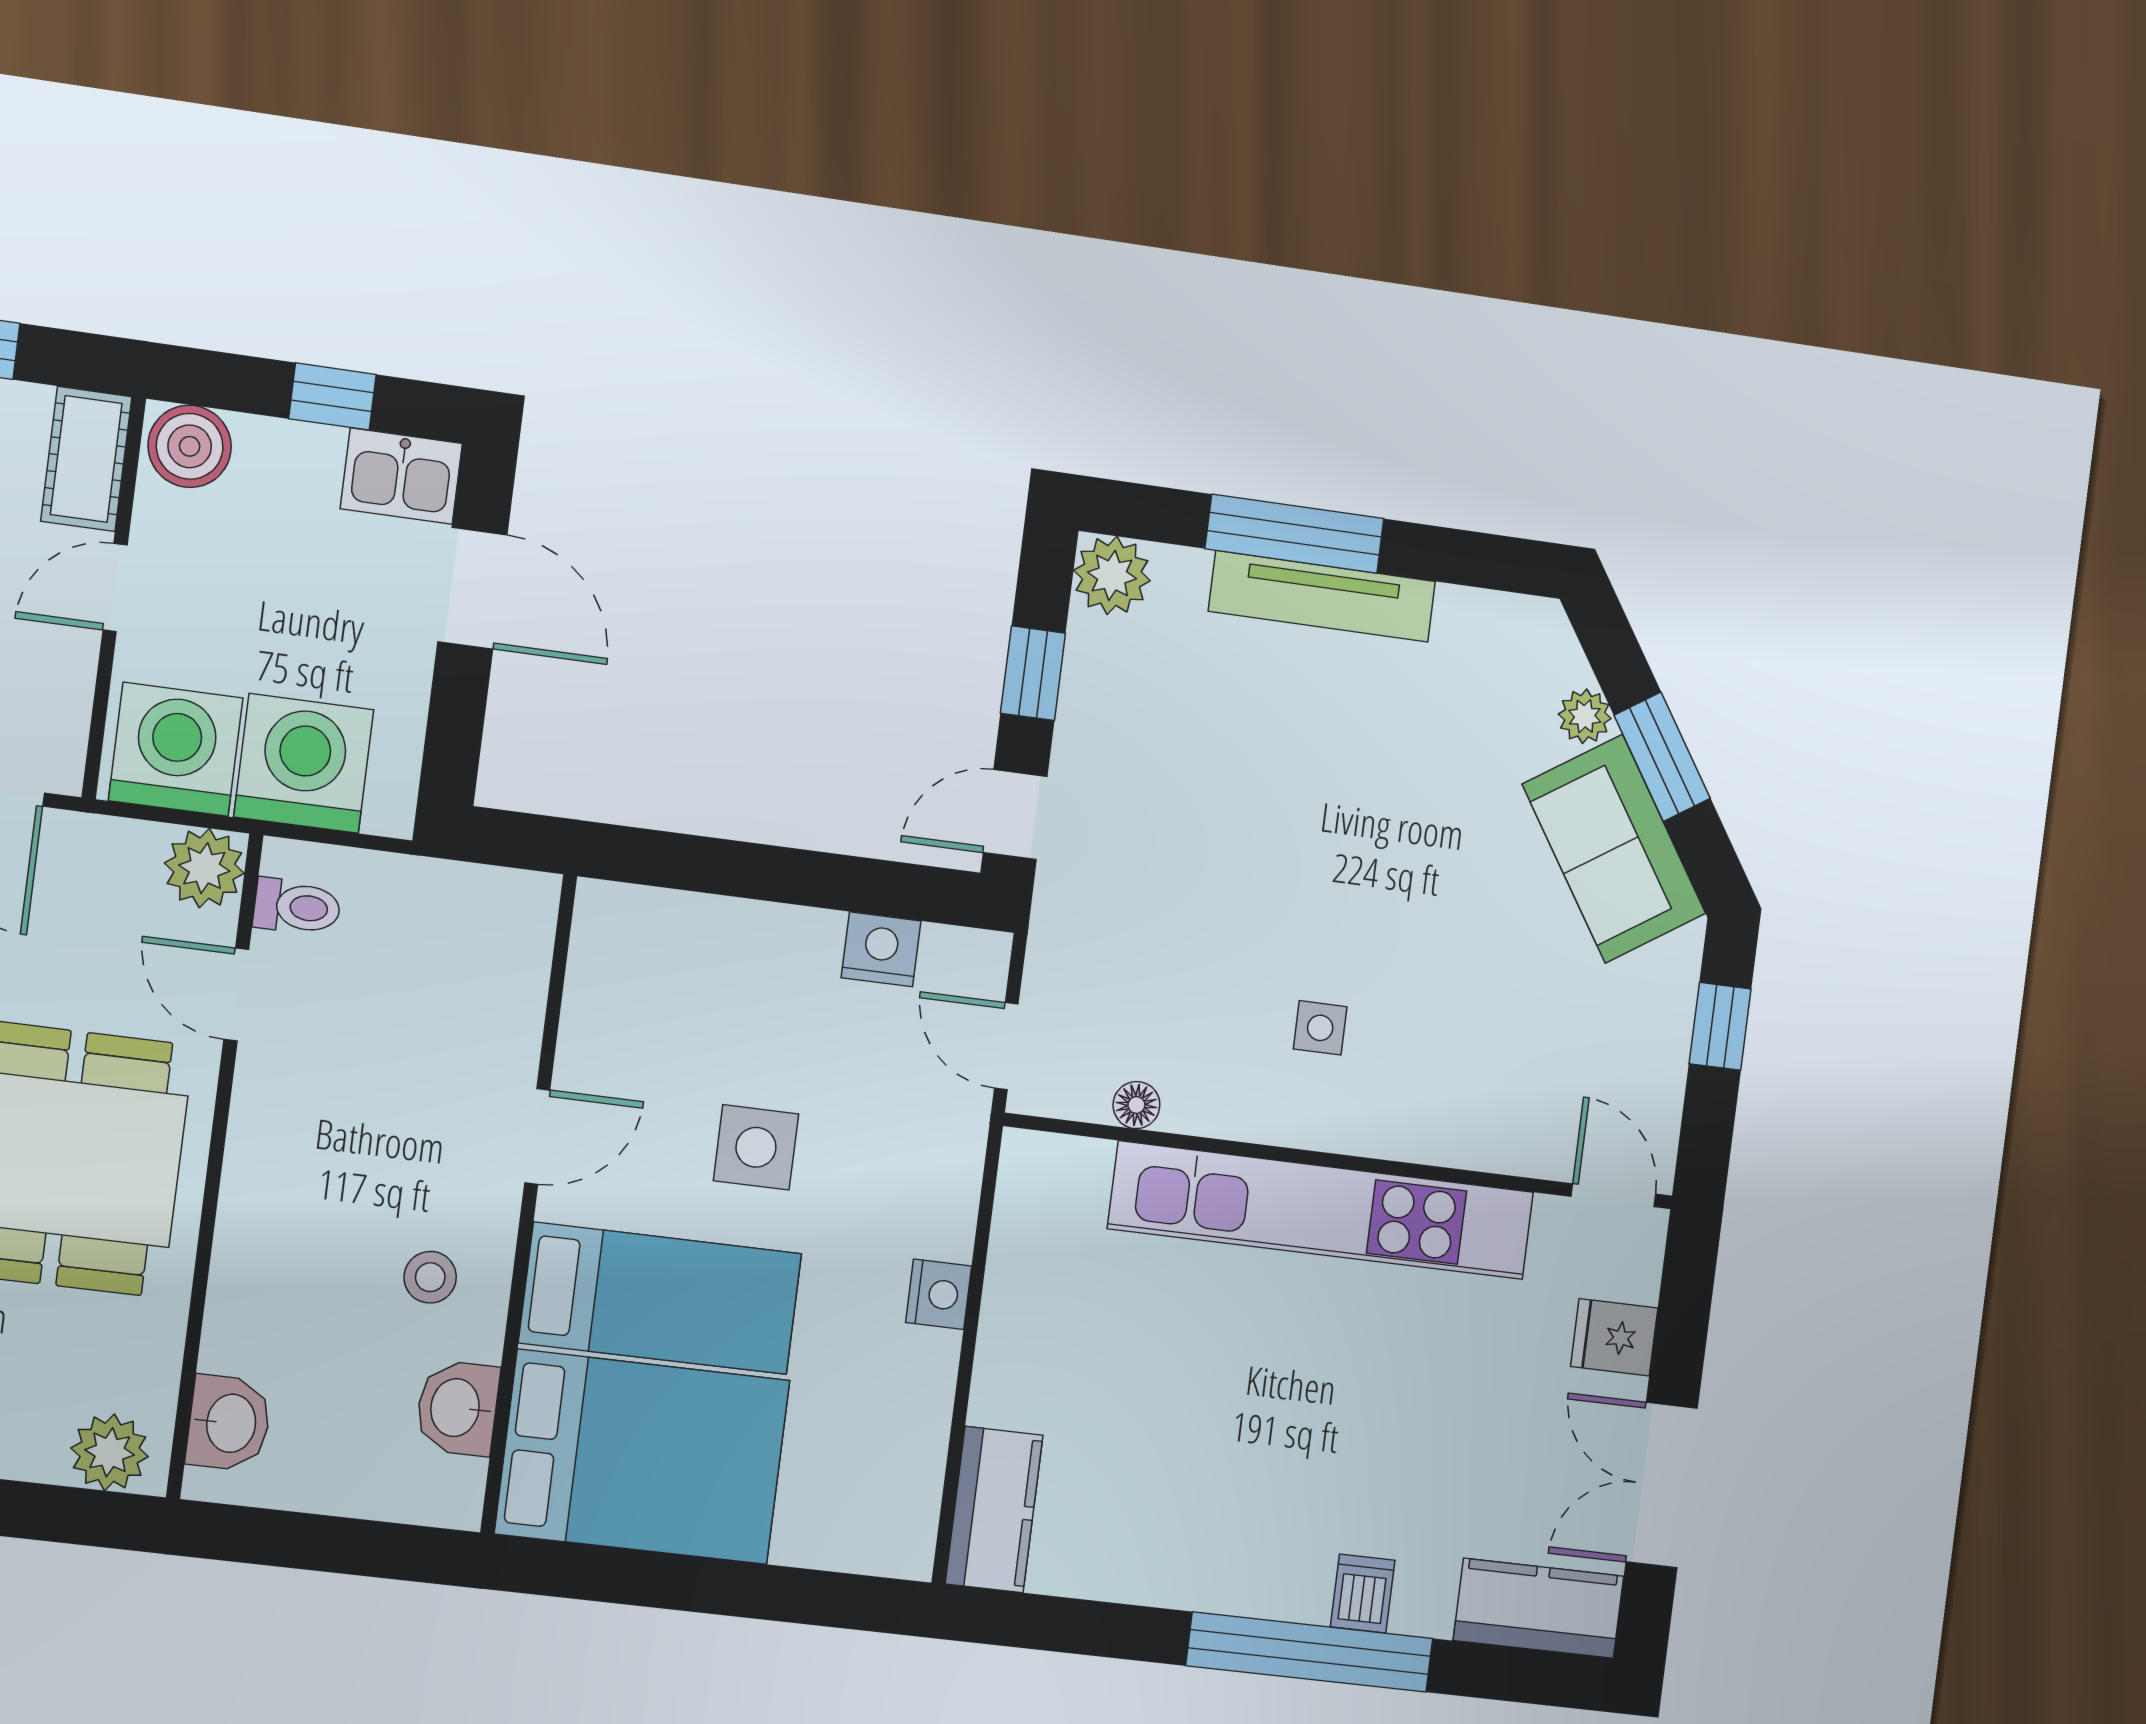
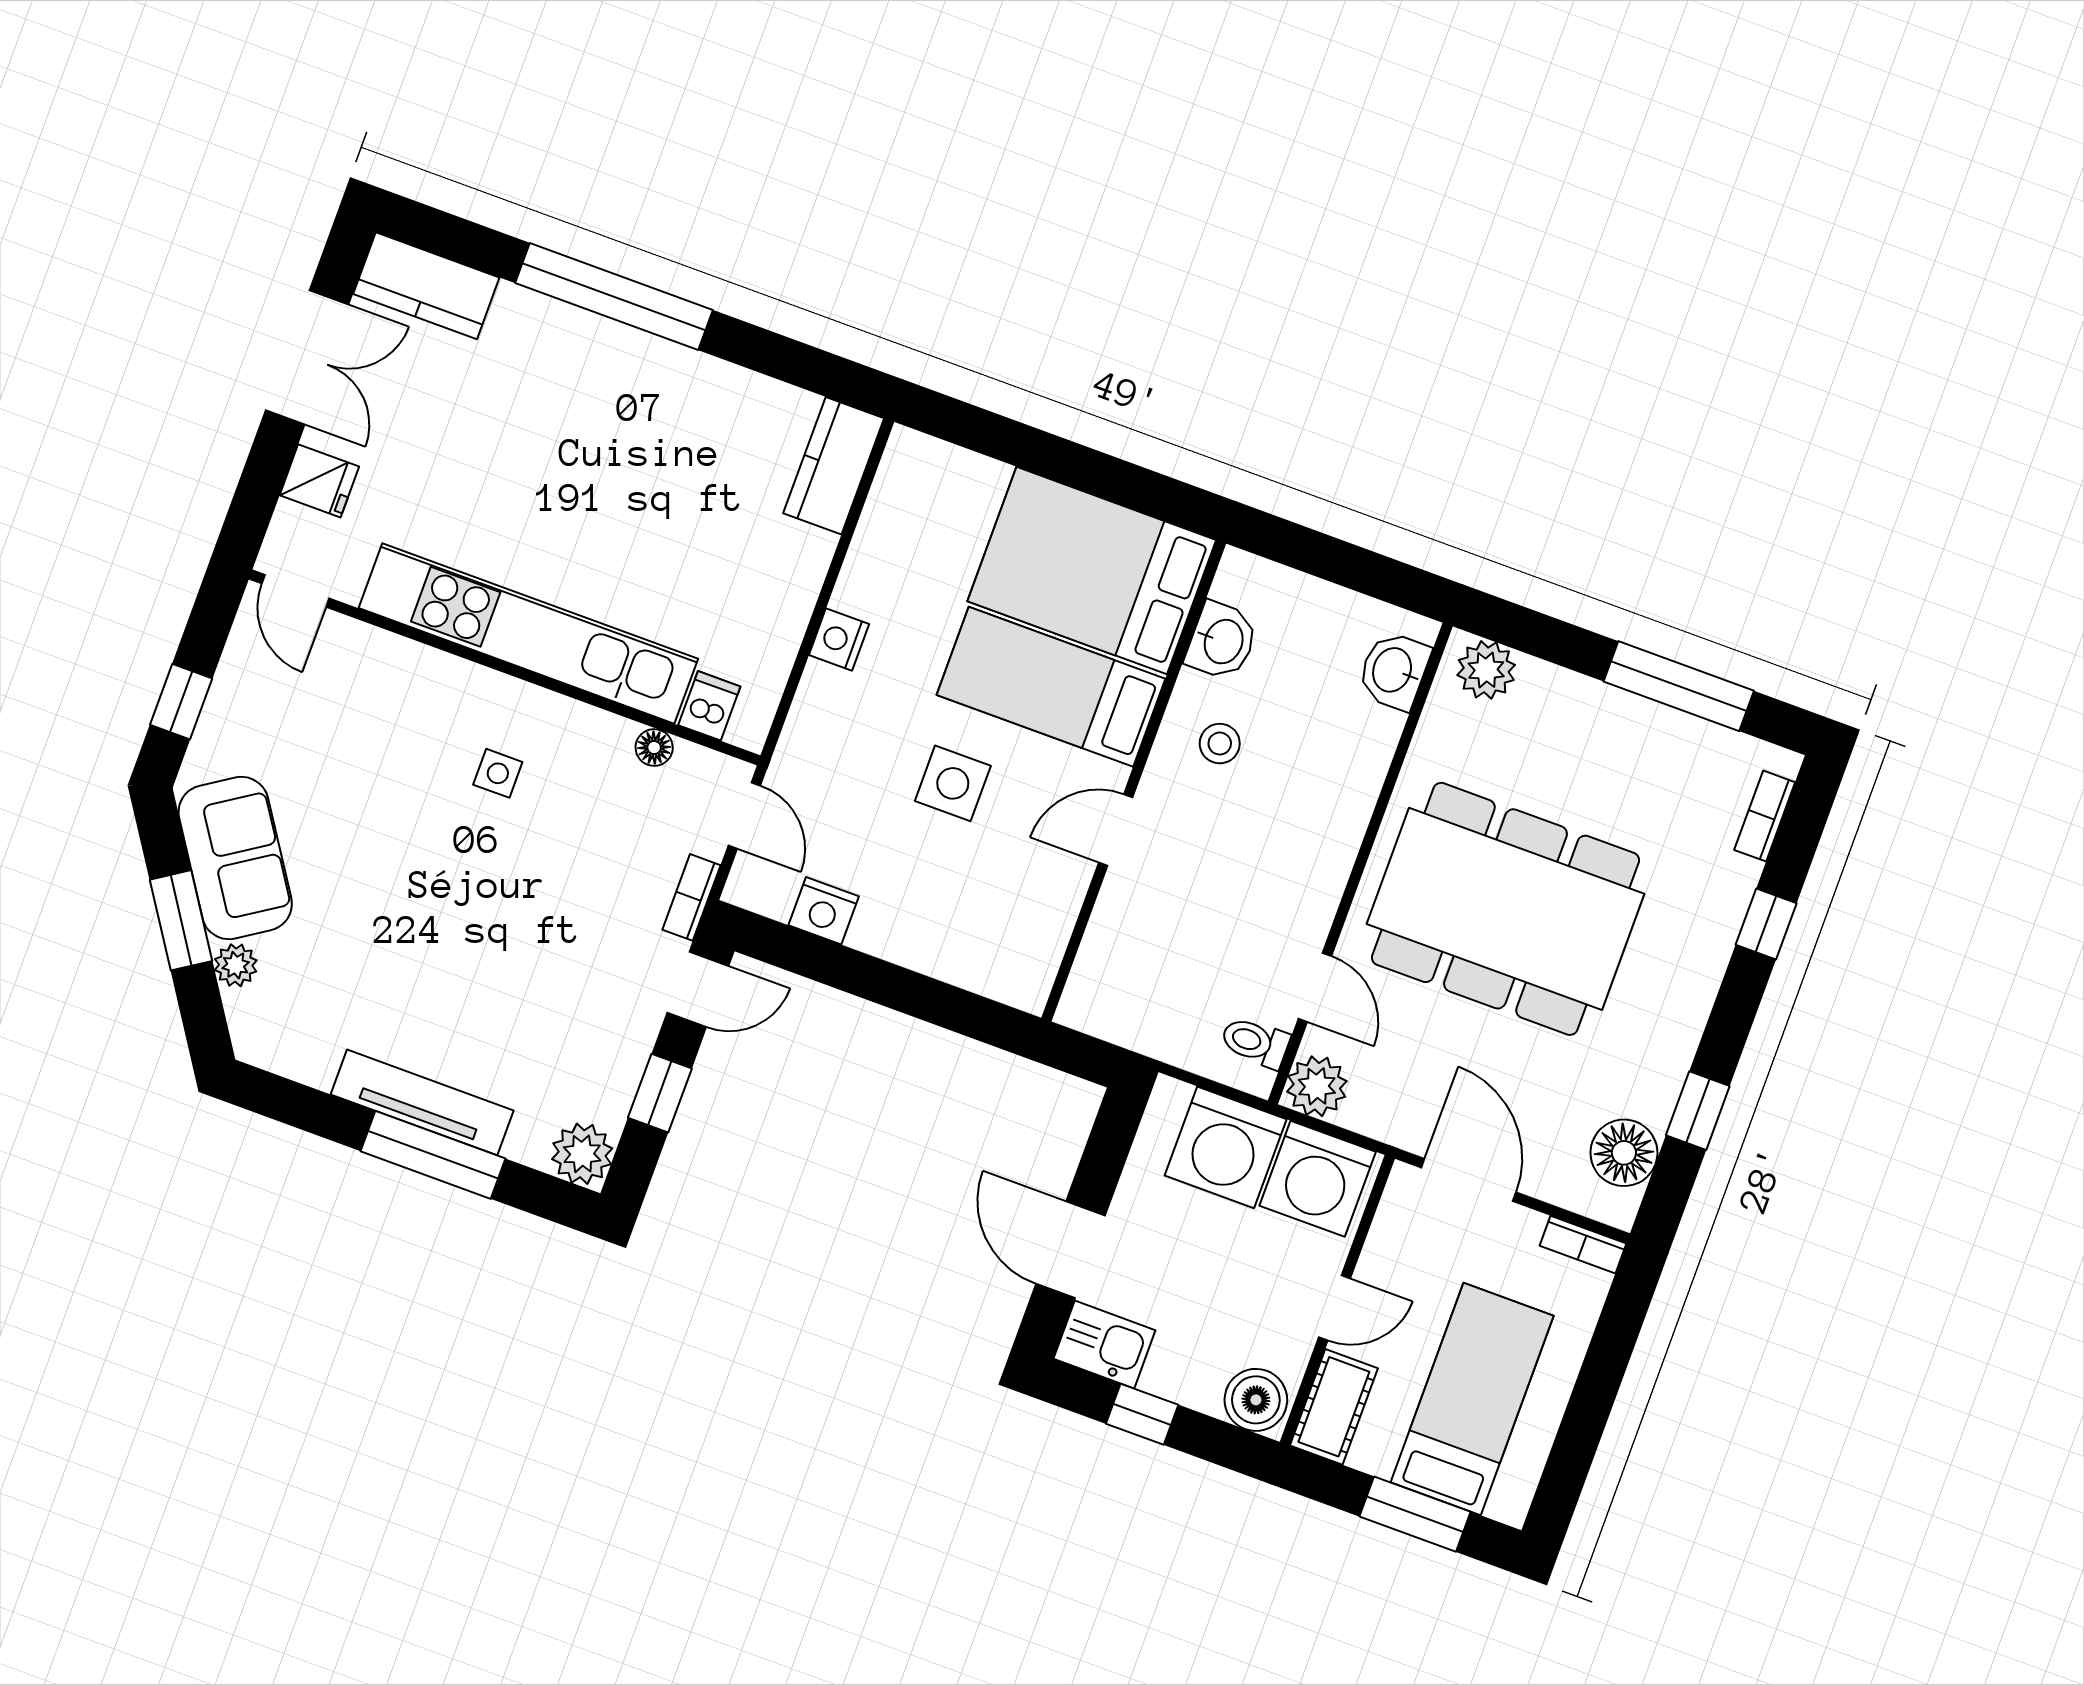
bookcase: (1049, 928) -> (691, 897), added
dishwasher: (1363, 1594) -> (709, 706), moved, turned 180

